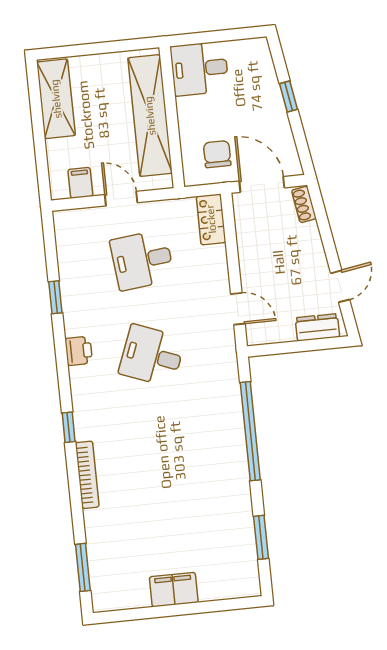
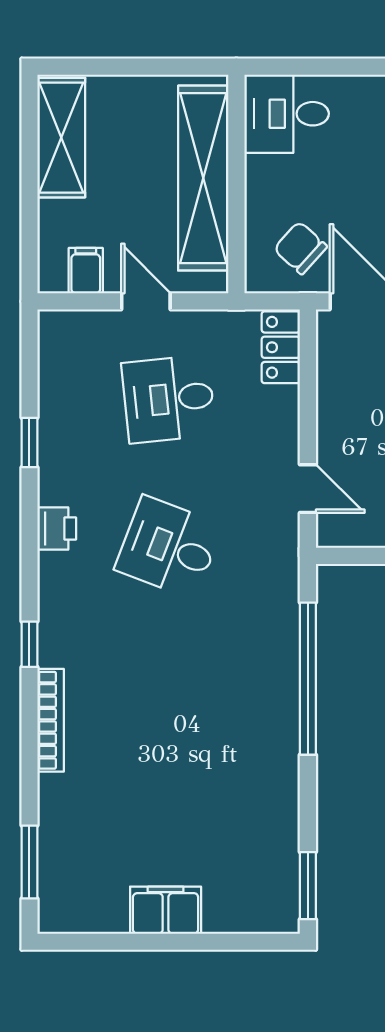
chair: (217, 154) -> (300, 248), turned -48
window: (261, 537) -> (308, 886), moved

